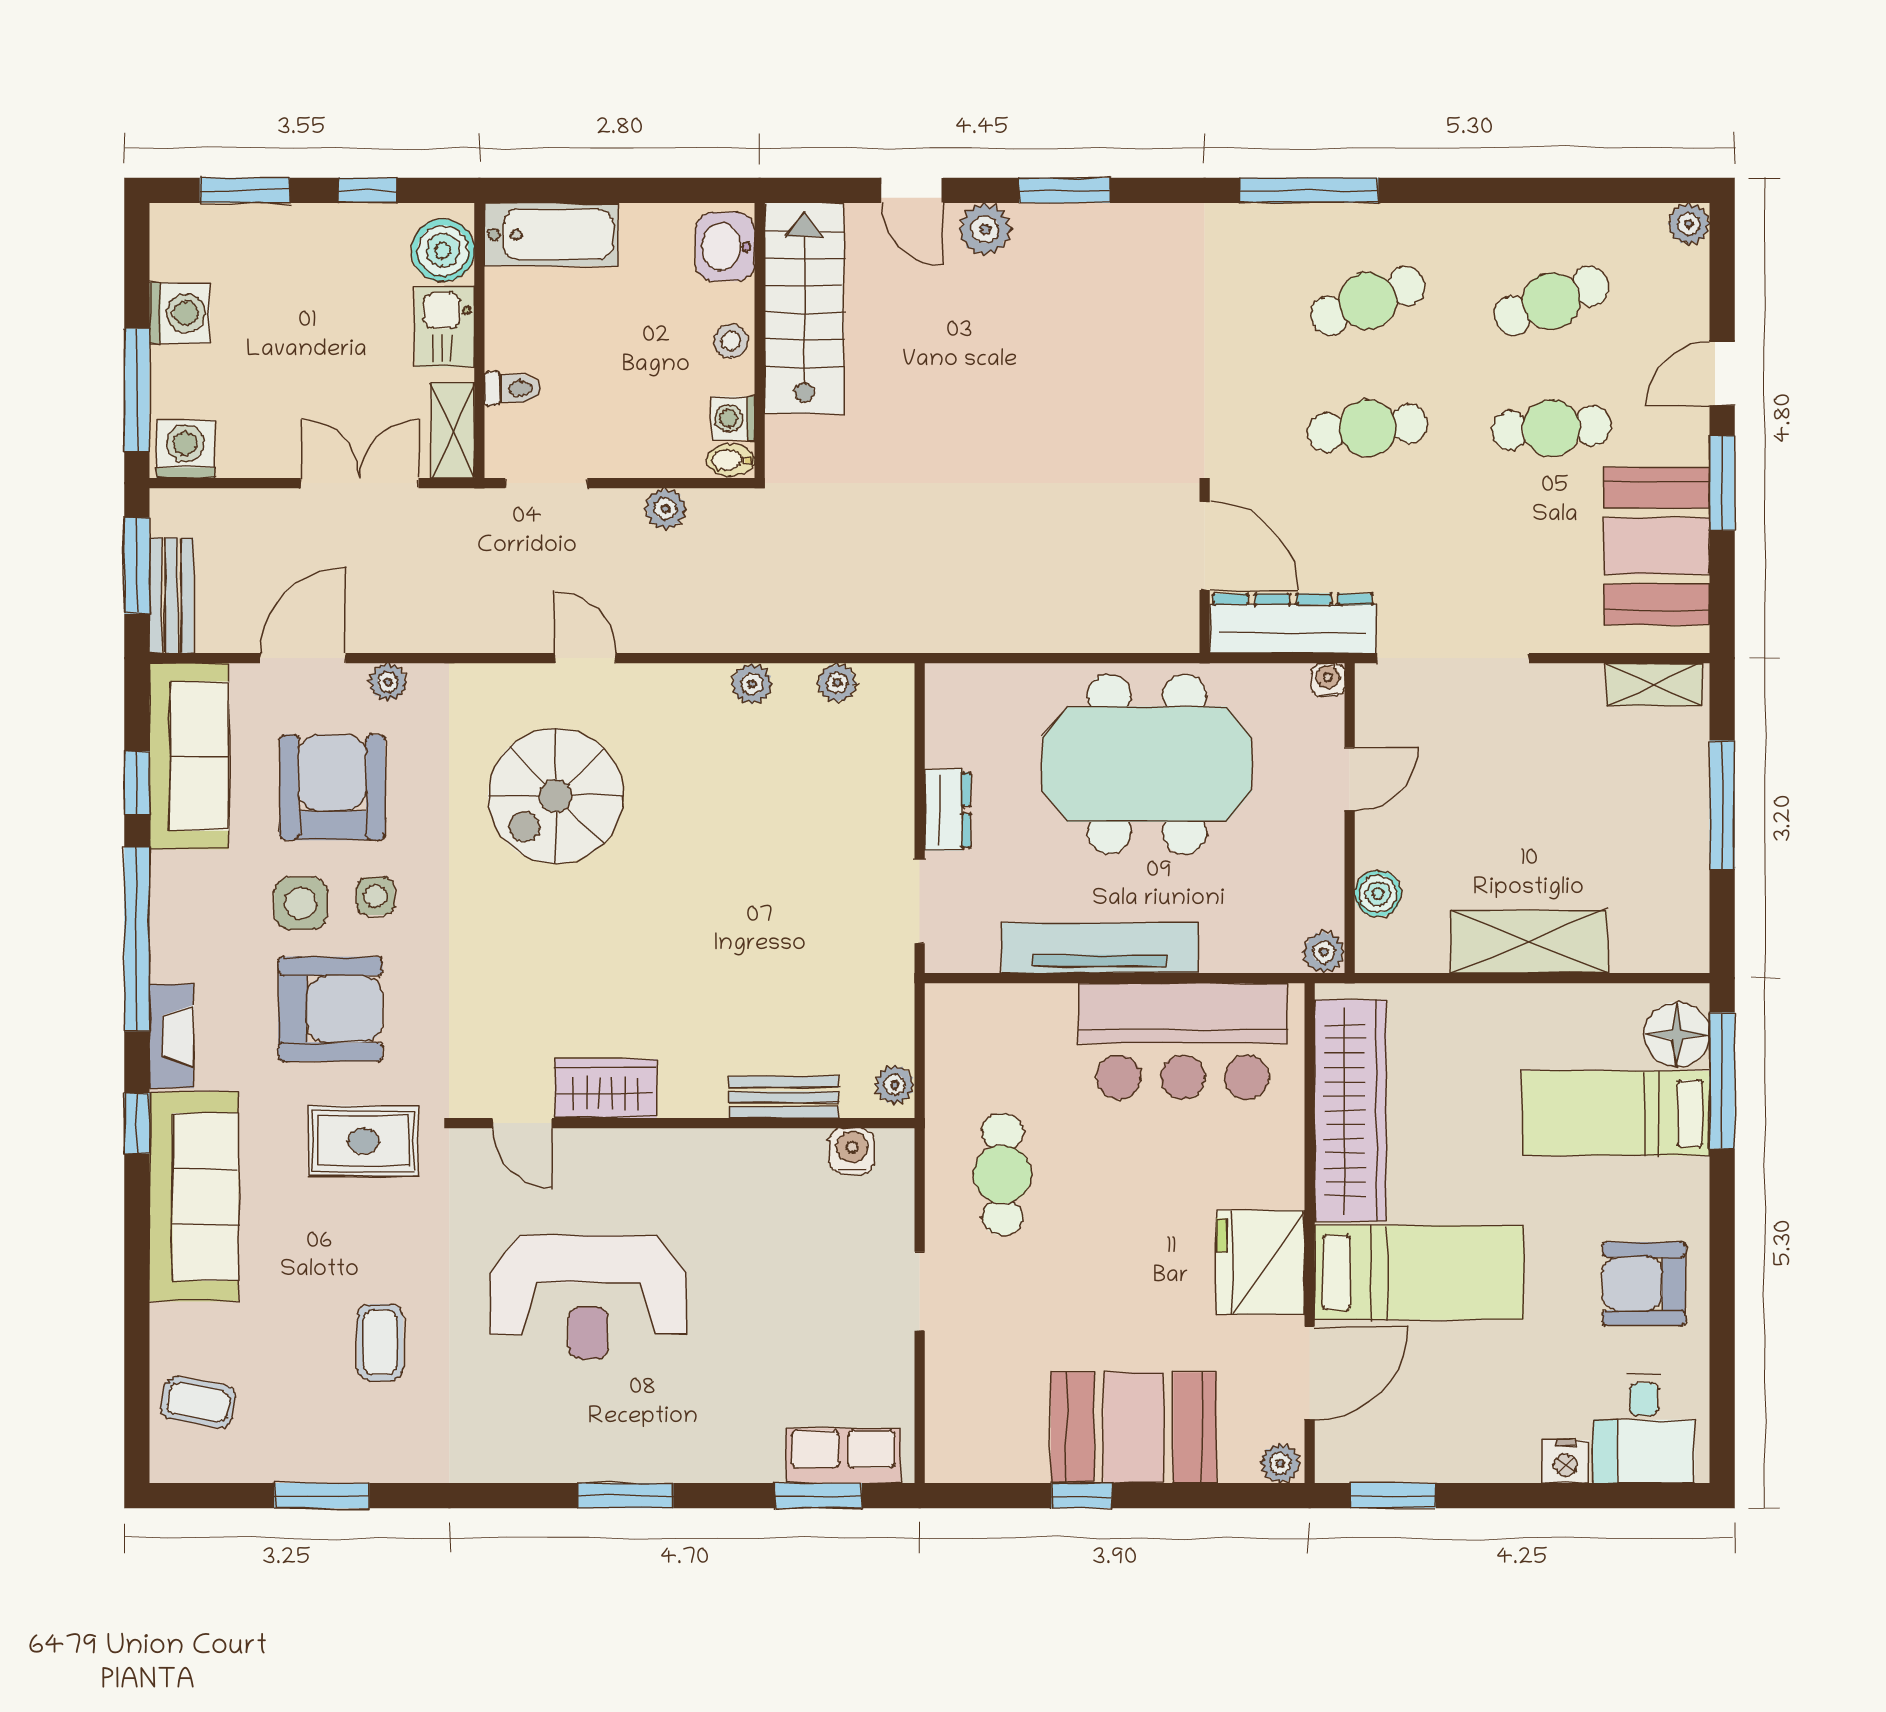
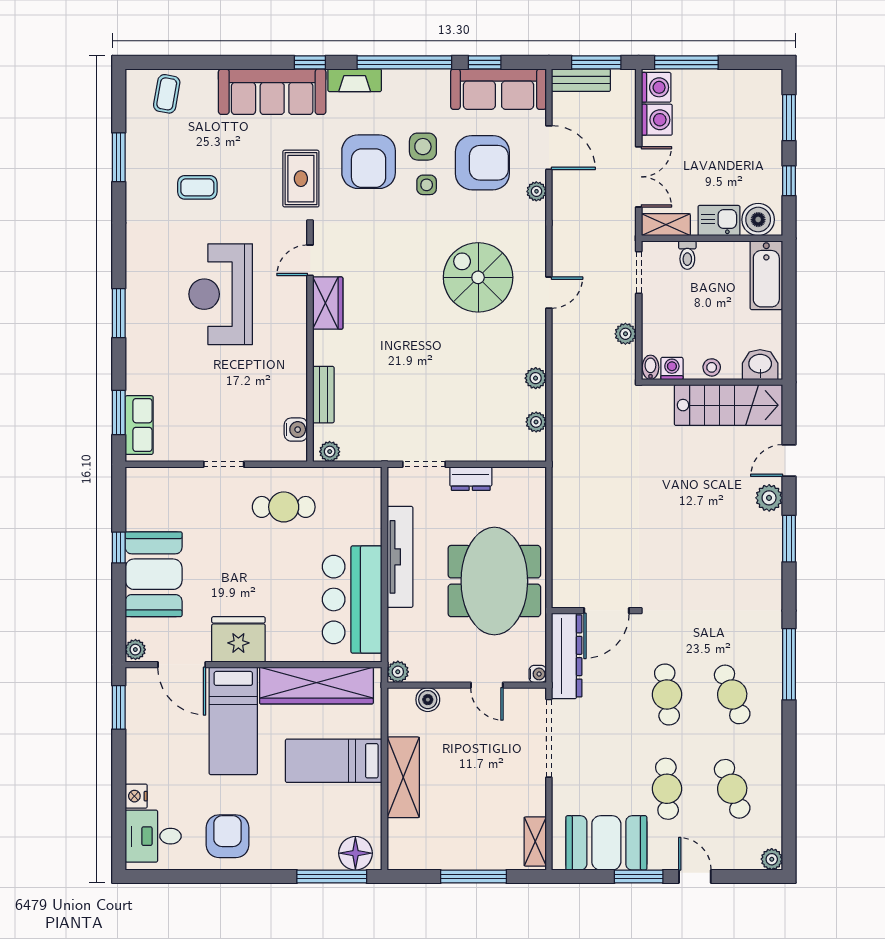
washing machine: (180, 313) -> (657, 120), moved, turned -90
bed: (1616, 1113) -> (334, 761), moved, turned -90

